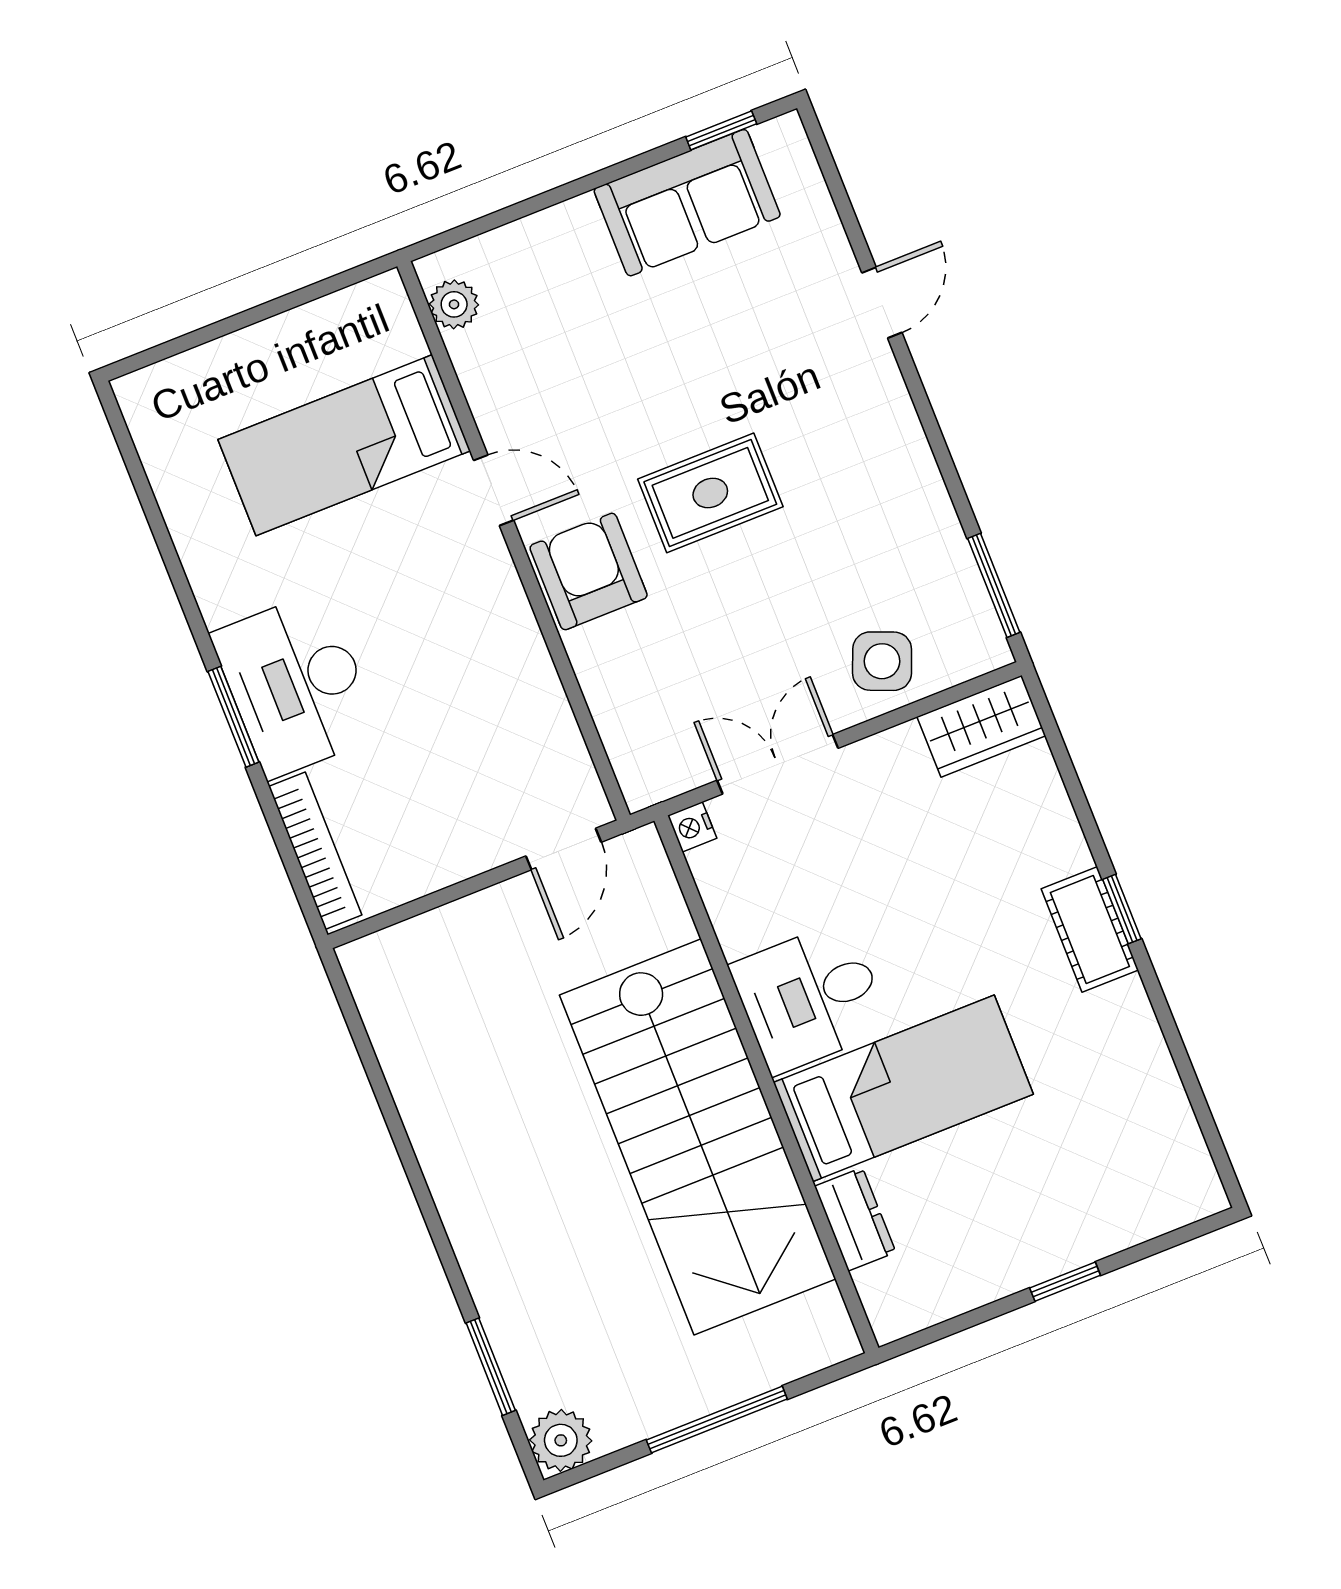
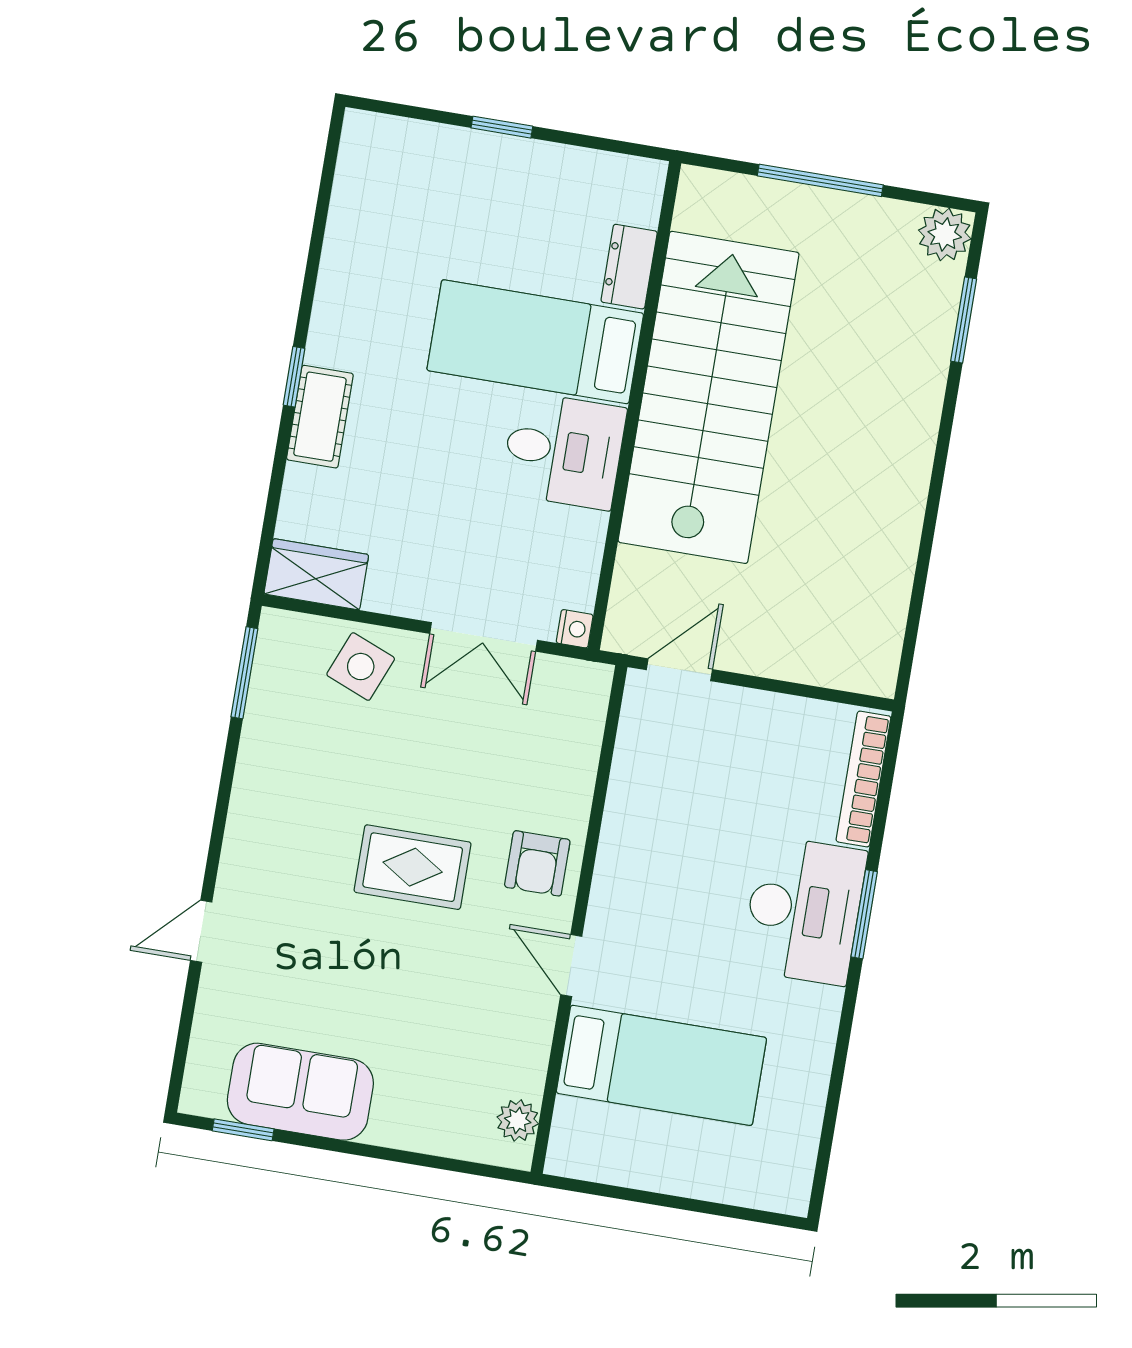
armchair: (589, 571) -> (537, 863), width x0.72, depth x0.72
cot: (1090, 929) -> (320, 417), moved

